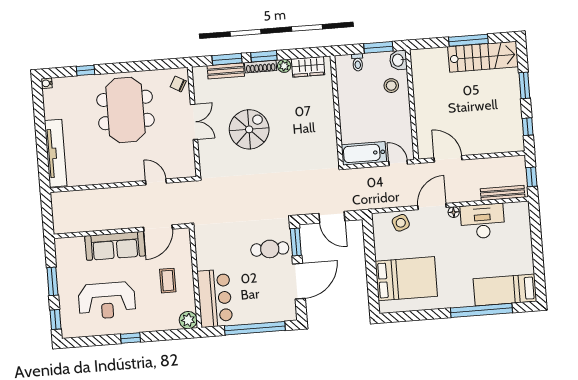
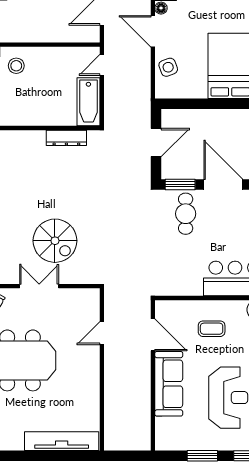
spiral stairs: (249, 129) -> (55, 241), moved, turned 180
dresser: (330, 136) -> (66, 138), added

